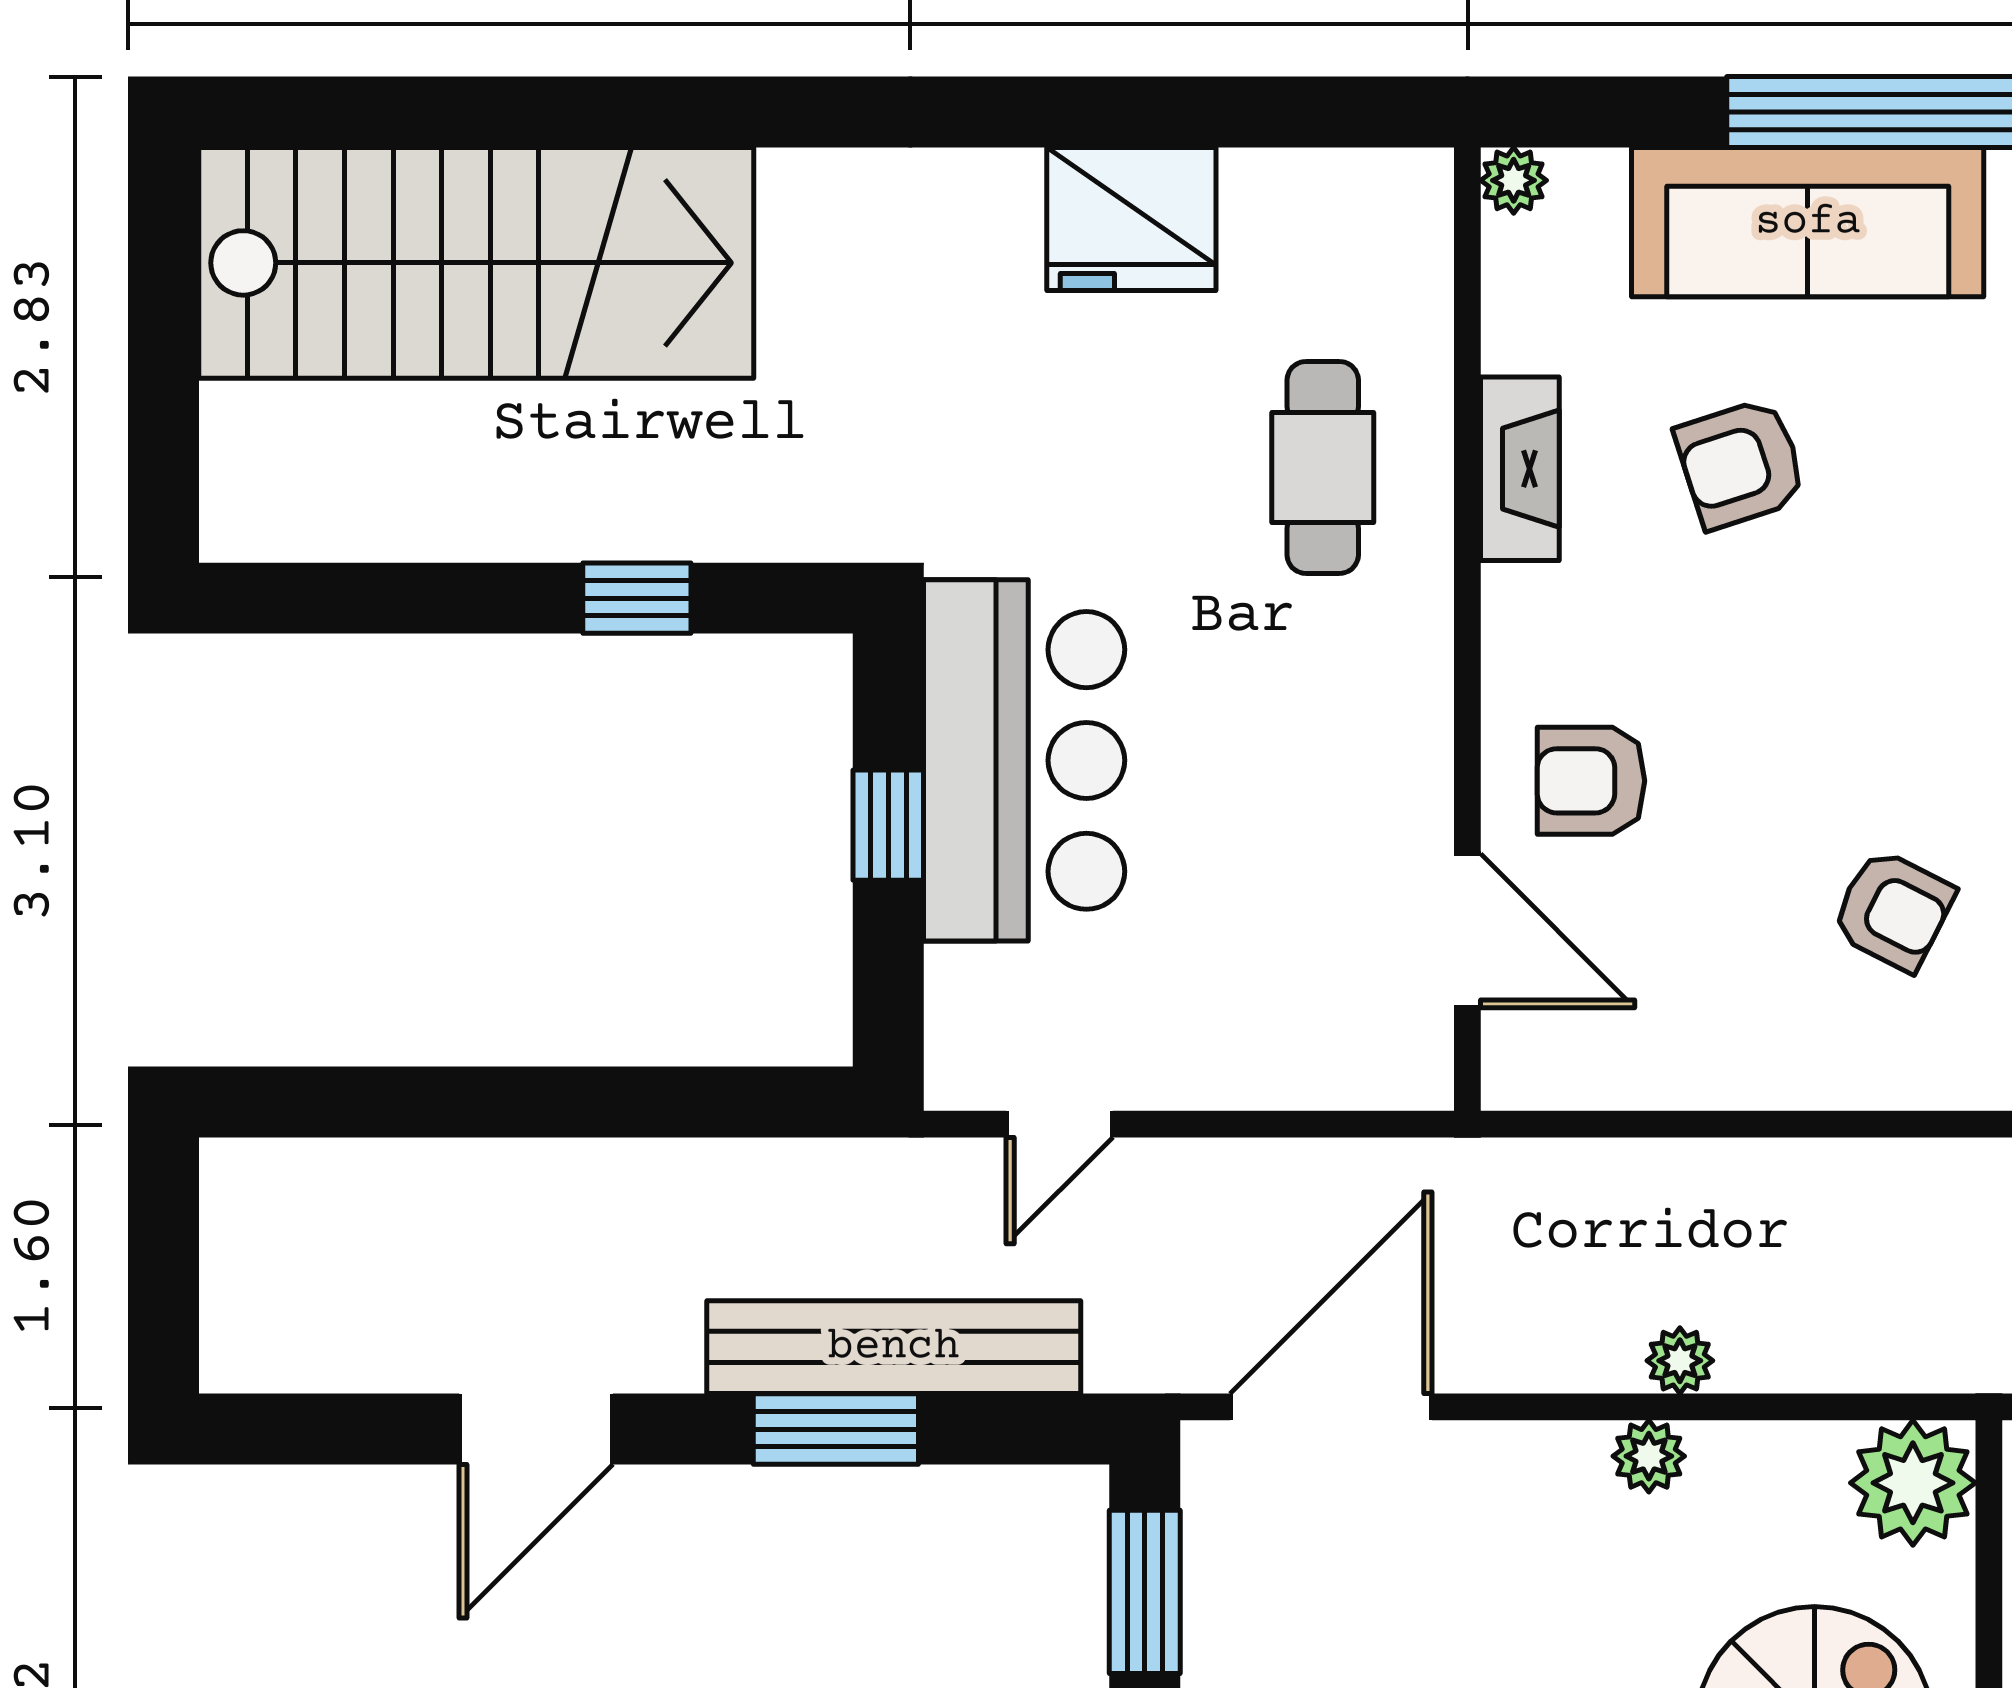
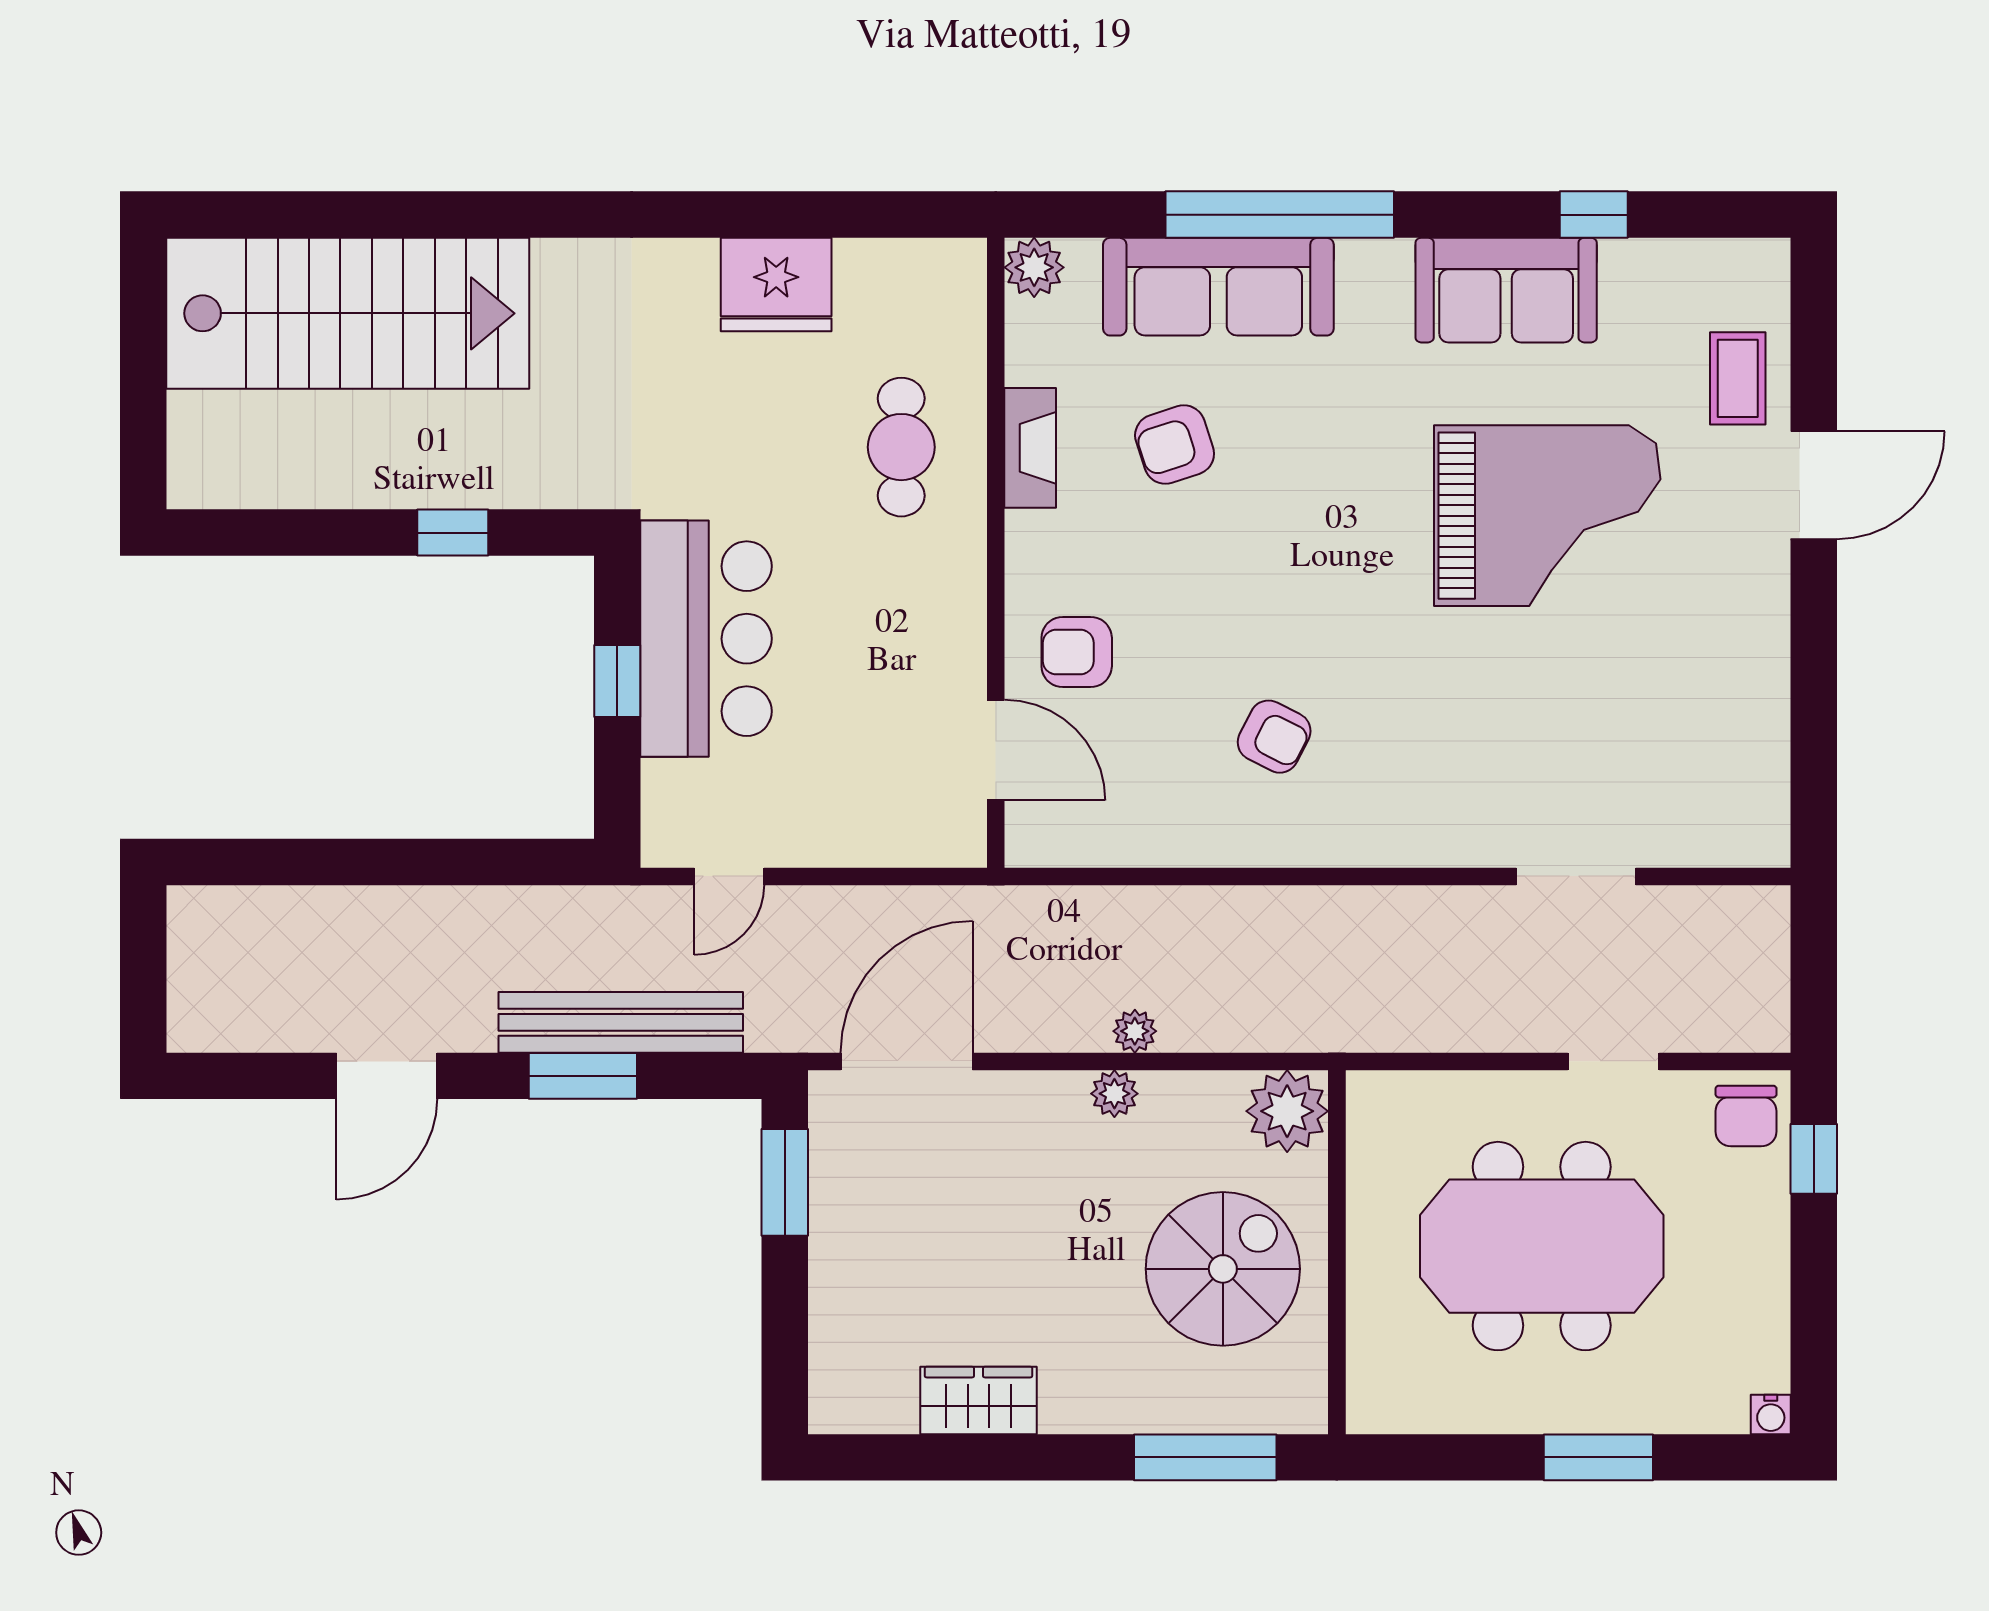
plant: (1514, 180) -> (1034, 267), width x1.38, depth x1.38

